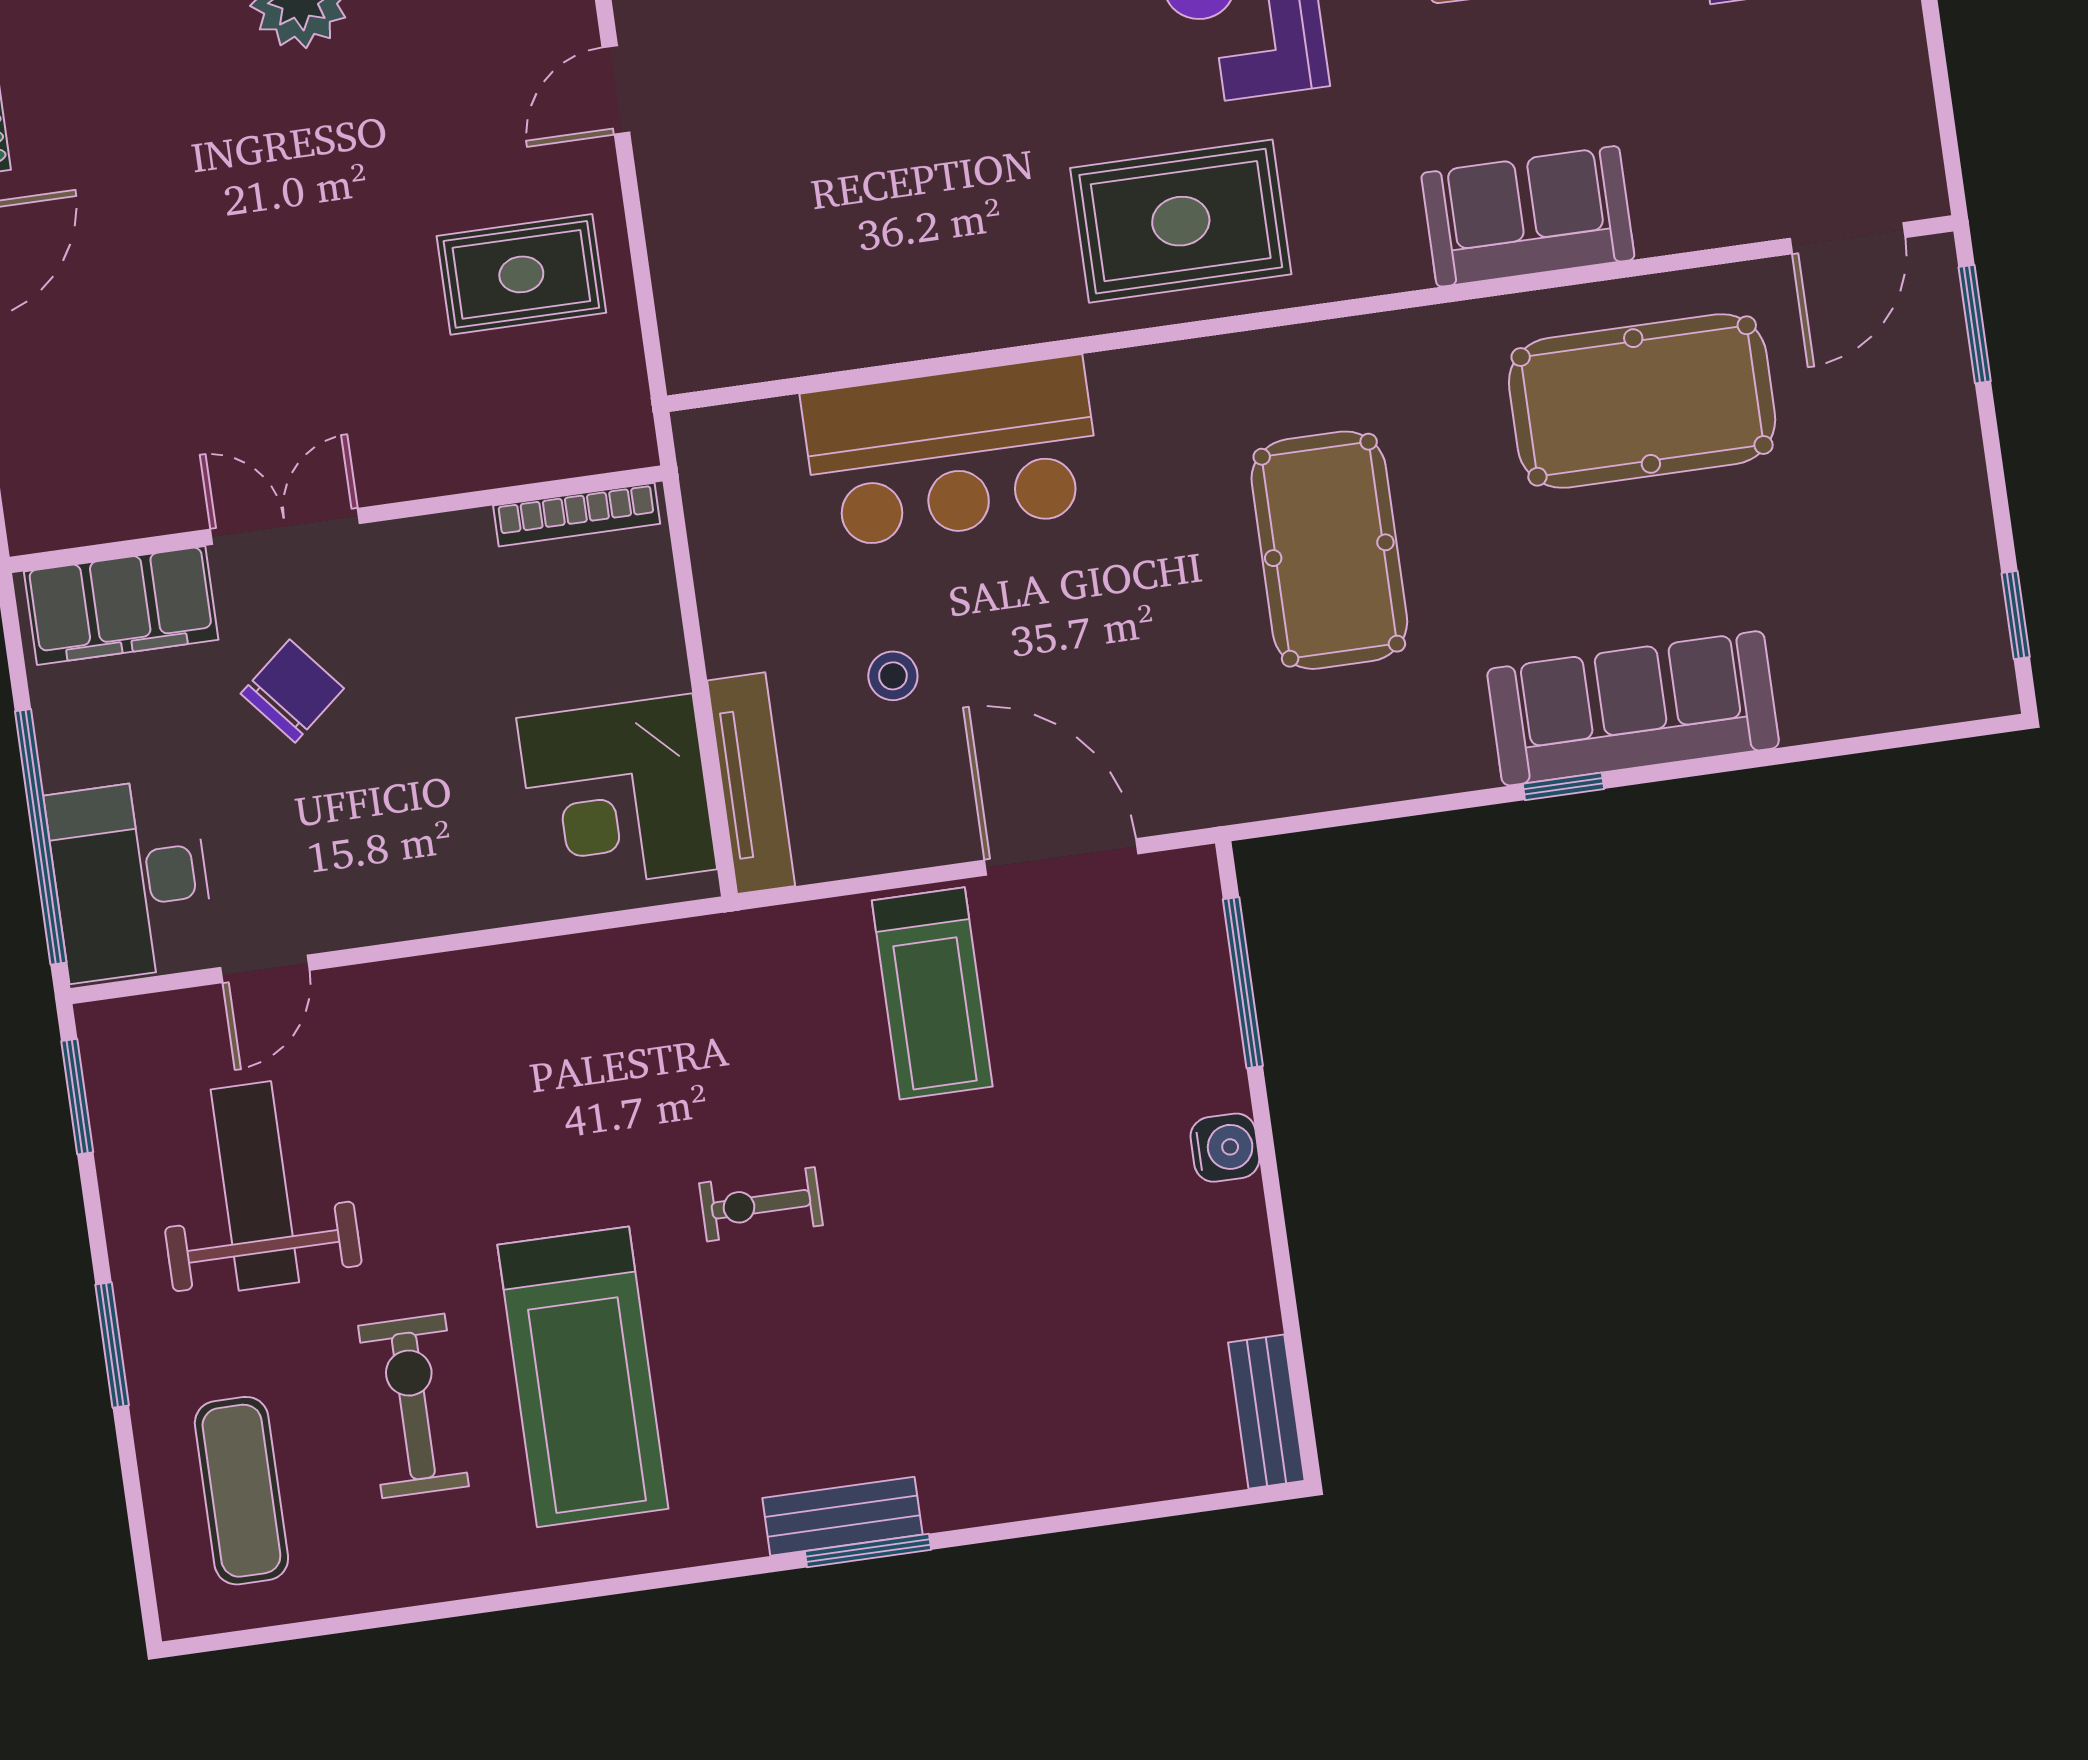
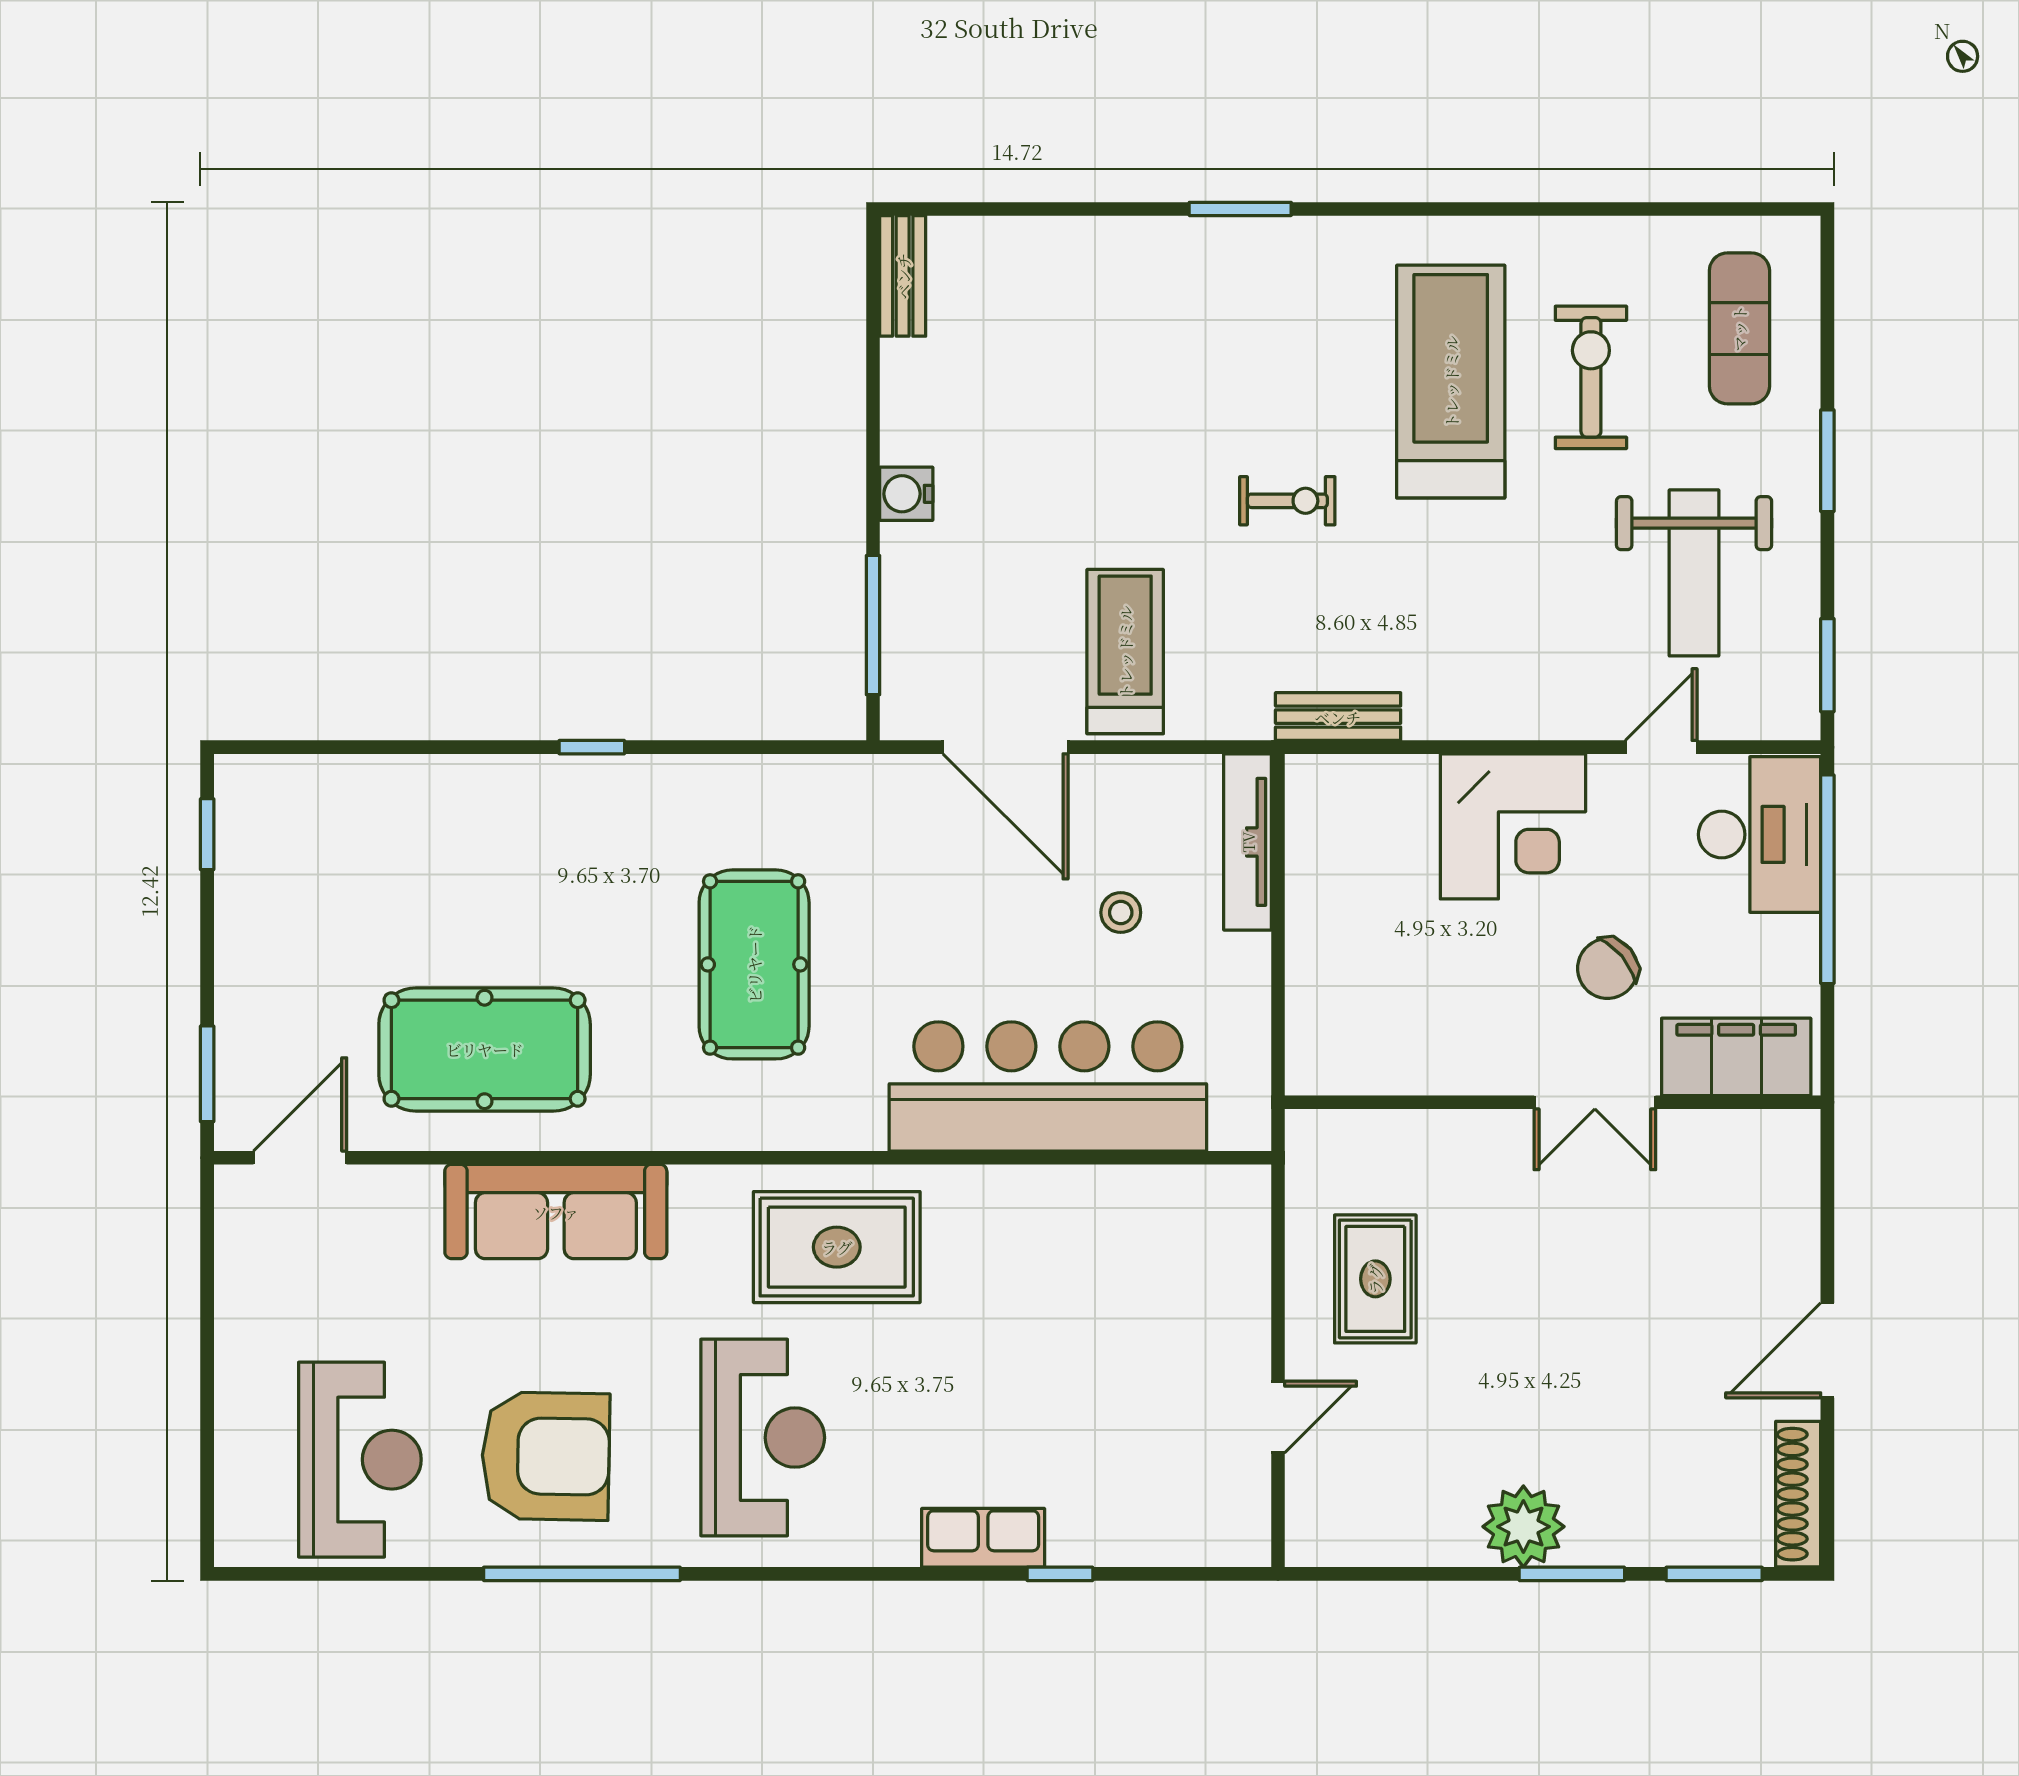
sofa: (1528, 216) -> (556, 1212), width x1.36
rug: (521, 274) -> (1375, 1279), turned 90
bar counter: (952, 452) -> (1048, 1086), width x1.36
bookcase: (577, 515) -> (1358, 1079), removed
sofa: (1633, 708) -> (527, 802), removed
corner desk: (617, 794) -> (1513, 826), moved, turned 90
exercise bike: (413, 1406) -> (1591, 377), turned 180
bench: (842, 1516) -> (1338, 717), moved

